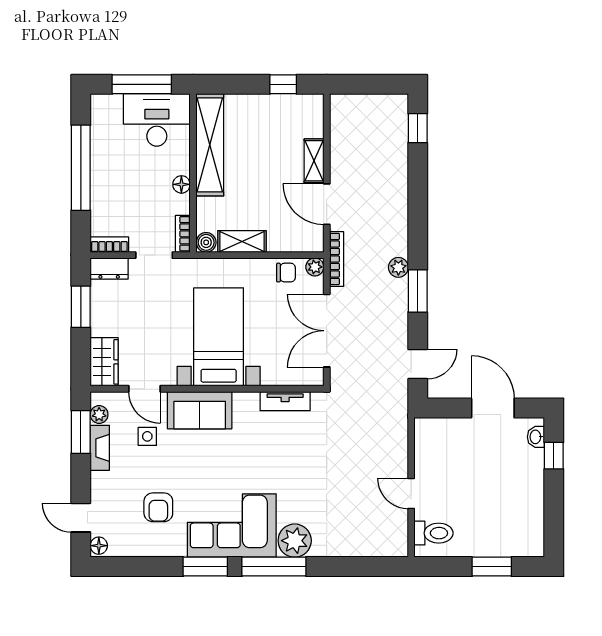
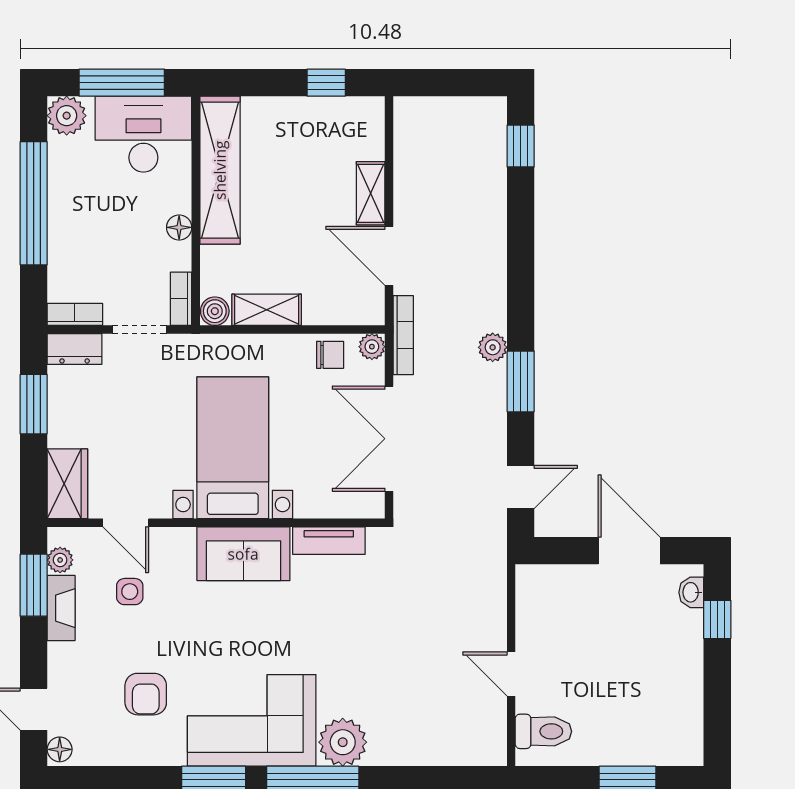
plant: (104, 107) -> (67, 116), added
sofa: (200, 410) -> (243, 554), moved

